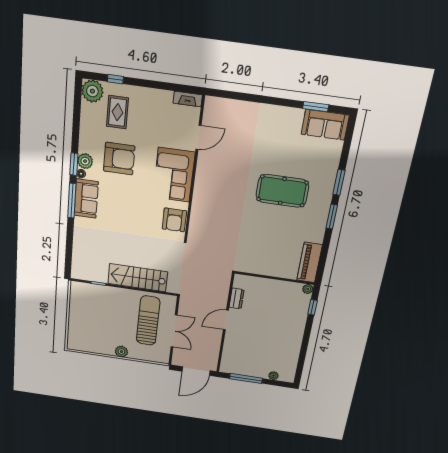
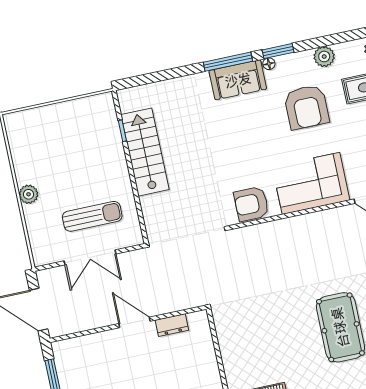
plant: (85, 161) -> (324, 57), moved
stairs: (138, 278) -> (145, 152), moved
sun lounger: (148, 321) -> (92, 216), width x0.73, depth x0.75

